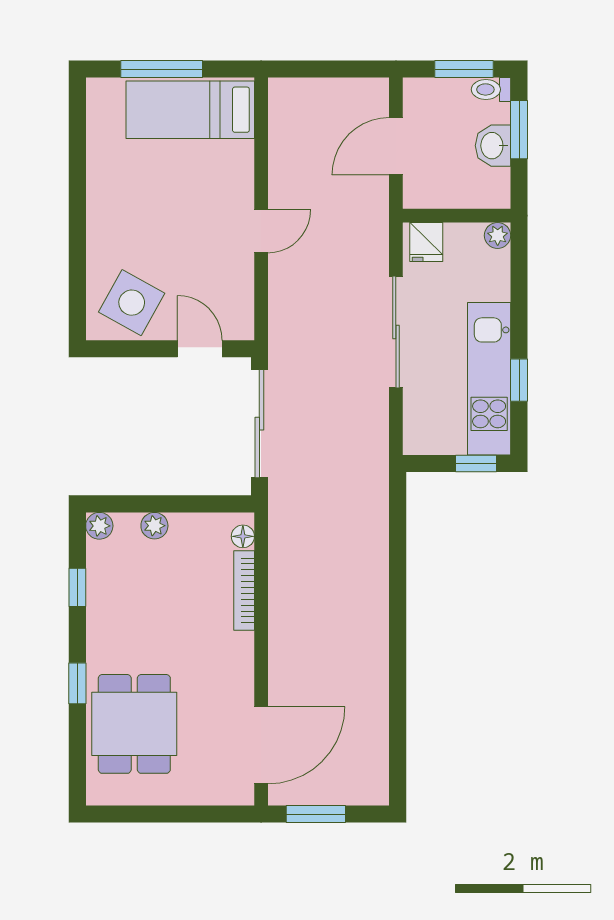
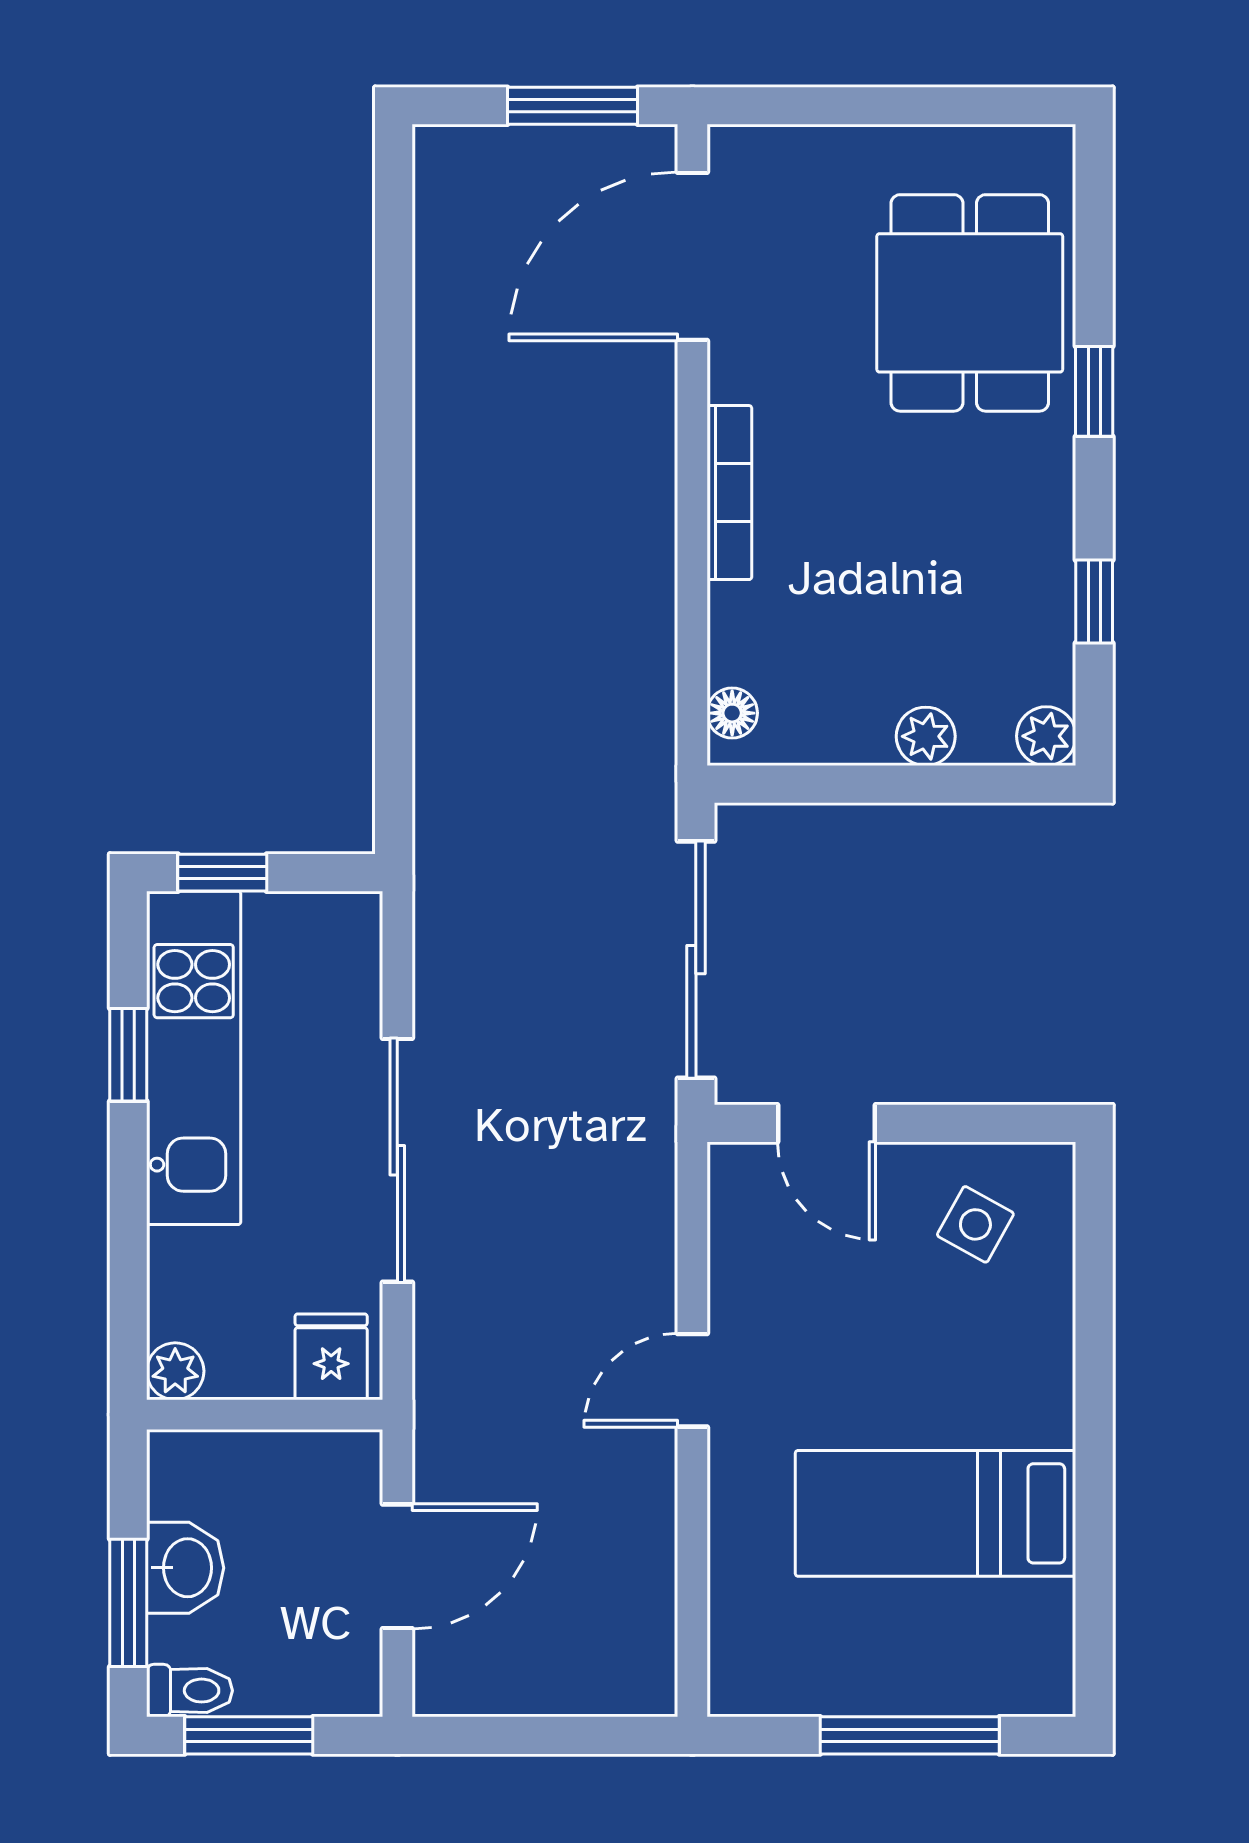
bed: (190, 110) -> (936, 1513), moved, turned 180
side table: (132, 303) -> (975, 1224), width x0.54, depth x0.54
bookcase: (244, 590) -> (729, 493), moved

